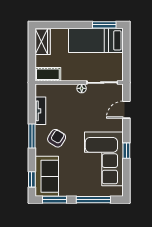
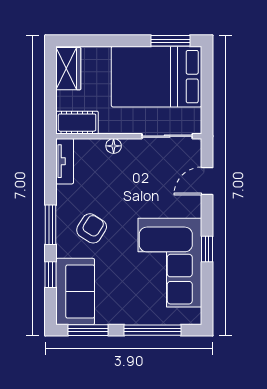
bed: (96, 40) -> (157, 77), width x1.50
floor lamp: (82, 88) -> (114, 146), moved
tv unit: (40, 111) -> (65, 161), moved
window: (32, 179) -> (51, 275), moved

